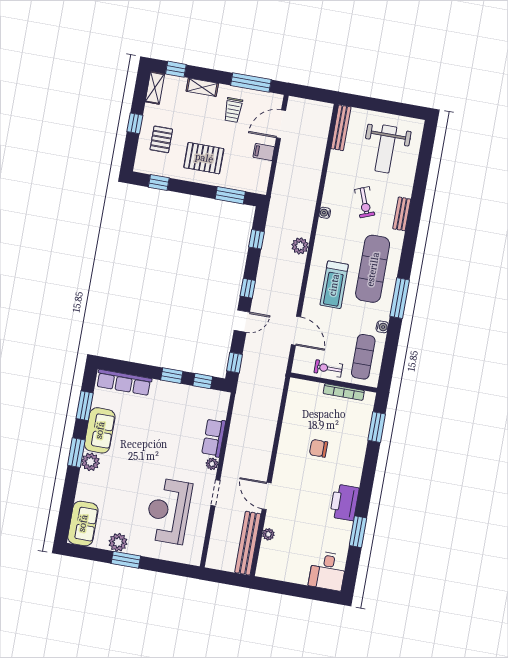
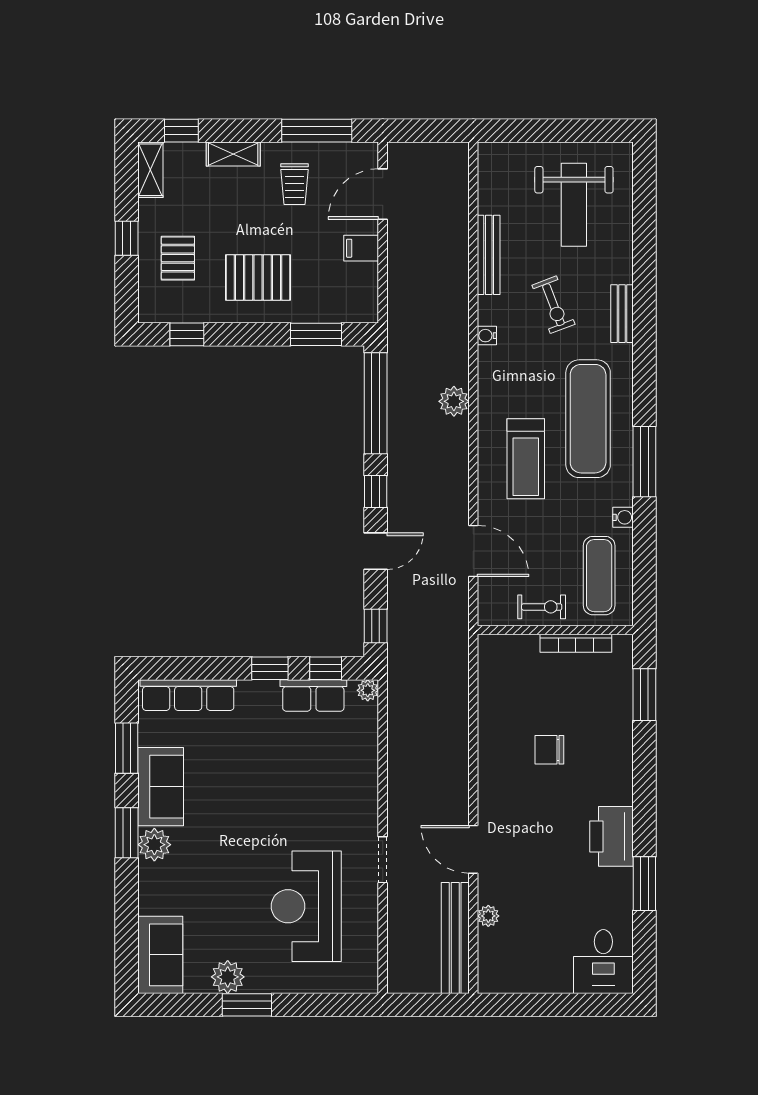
bench: (341, 128) -> (489, 255), moved
window: (257, 239) -> (376, 403), width x3.17
exercise bike: (328, 368) -> (542, 607), turned 180
row of seats: (214, 438) -> (313, 695), moved, turned -90
plant: (212, 464) -> (368, 690), moved

